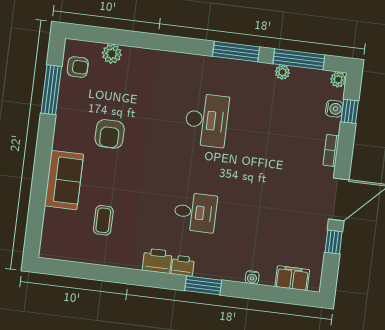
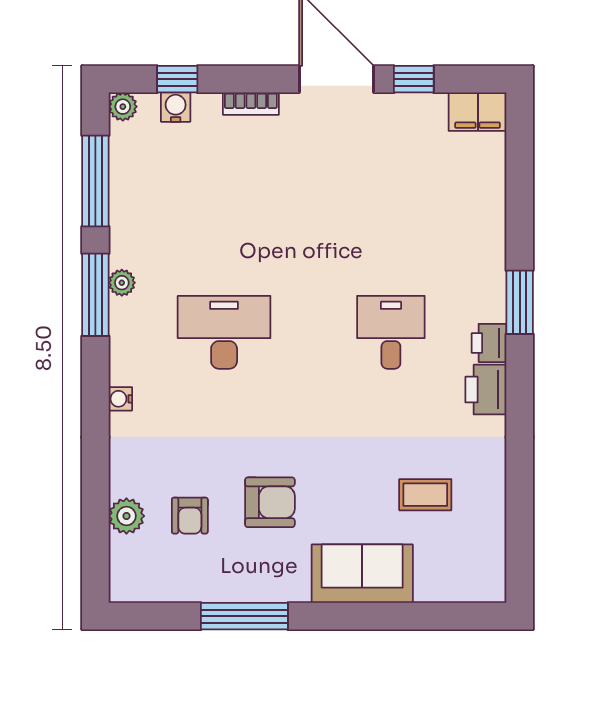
armchair: (78, 67) -> (190, 516), moved, turned 180
plant: (282, 72) -> (122, 283), moved
window: (51, 90) -> (244, 616), moved
water cooler: (252, 277) -> (120, 399), moved, turned 180
filing cabinet: (292, 278) -> (478, 112), moved, turned -90

